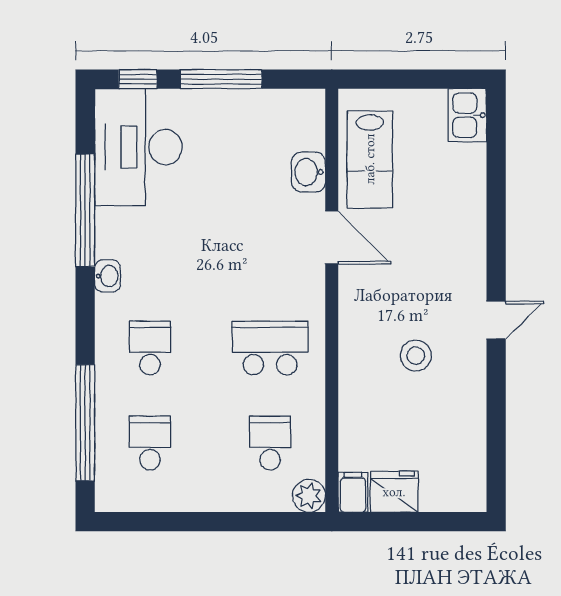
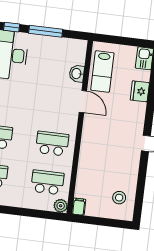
stool: (416, 356) -> (119, 198), moved
school desk: (270, 443) -> (47, 182), width x1.85
fridge: (394, 492) -> (140, 91), moved, turned -90

